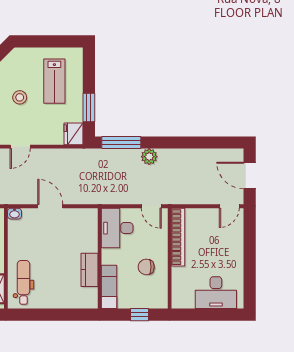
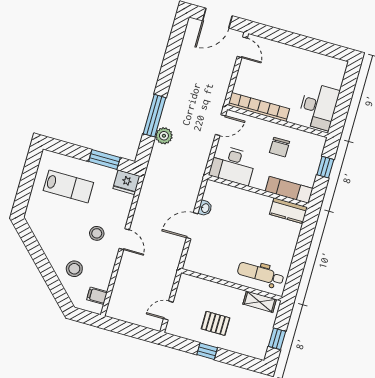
stool: (20, 97) -> (97, 233), moved
window: (121, 143) -> (154, 116), moved
plant: (149, 157) -> (164, 136), moved
washbasin: (14, 214) -> (205, 208), moved
kitchen counter: (89, 270) -> (289, 211), moved
desk: (216, 293) -> (319, 106), moved

